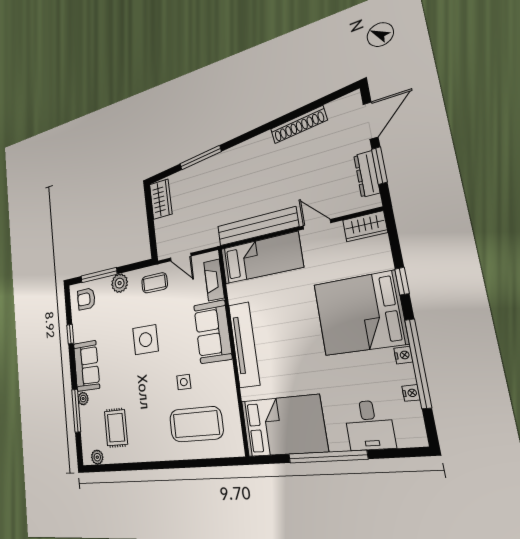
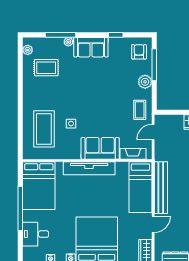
side table: (146, 340) -> (102, 98), removed

